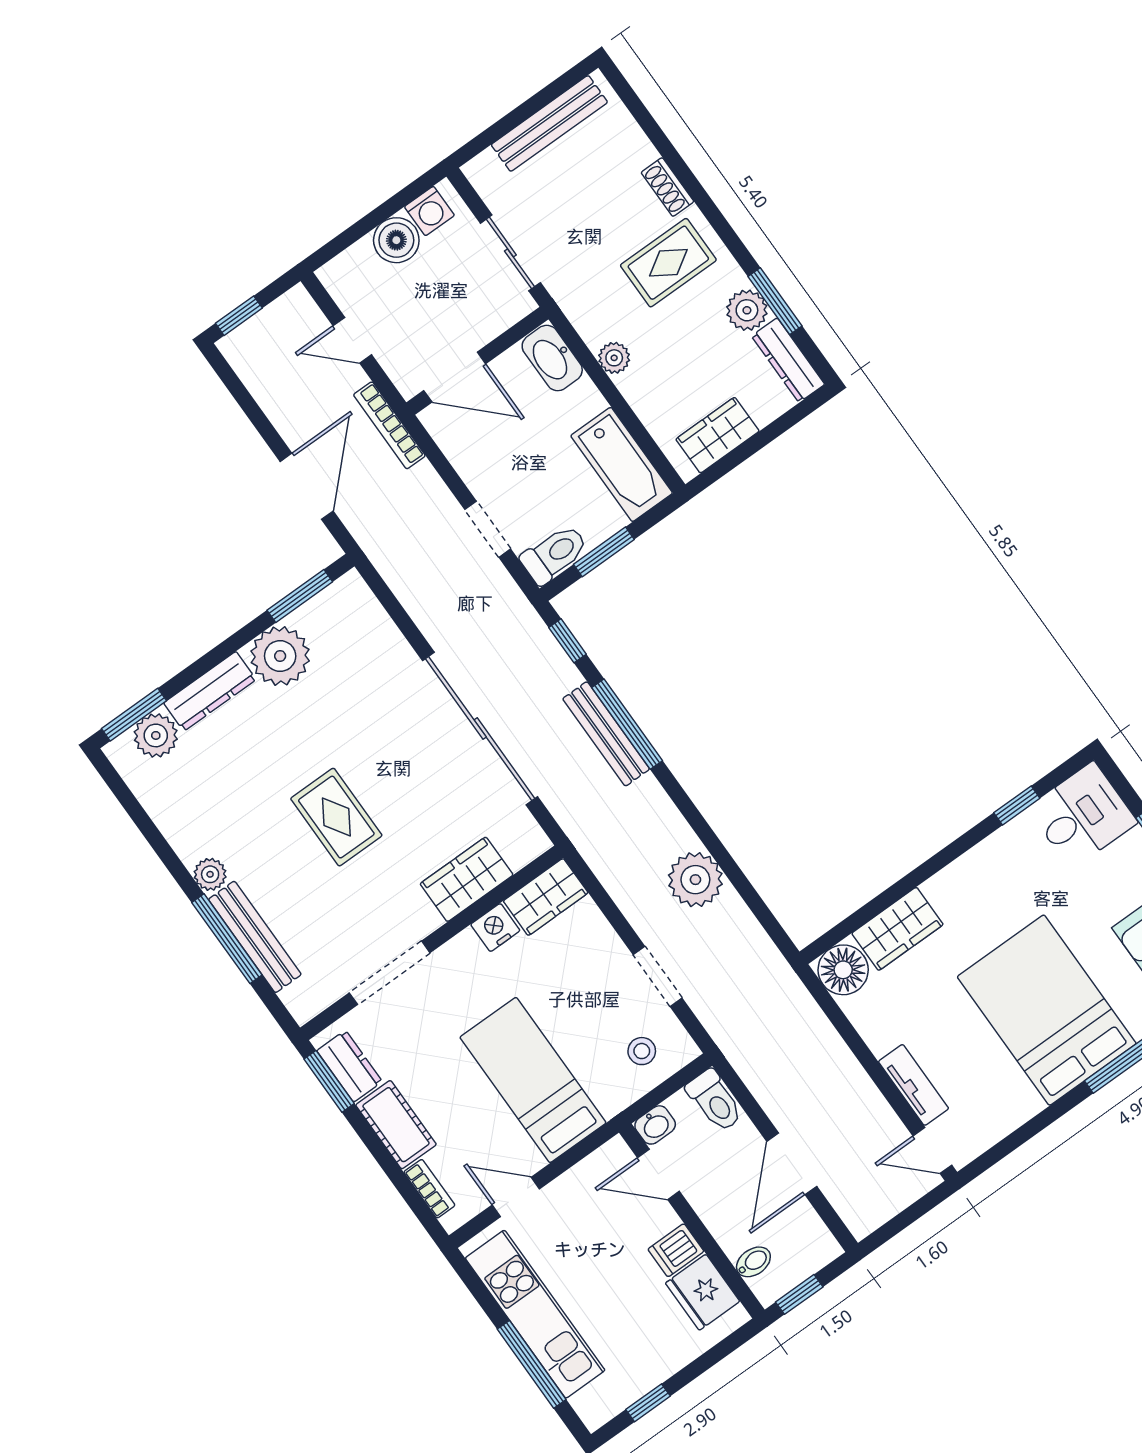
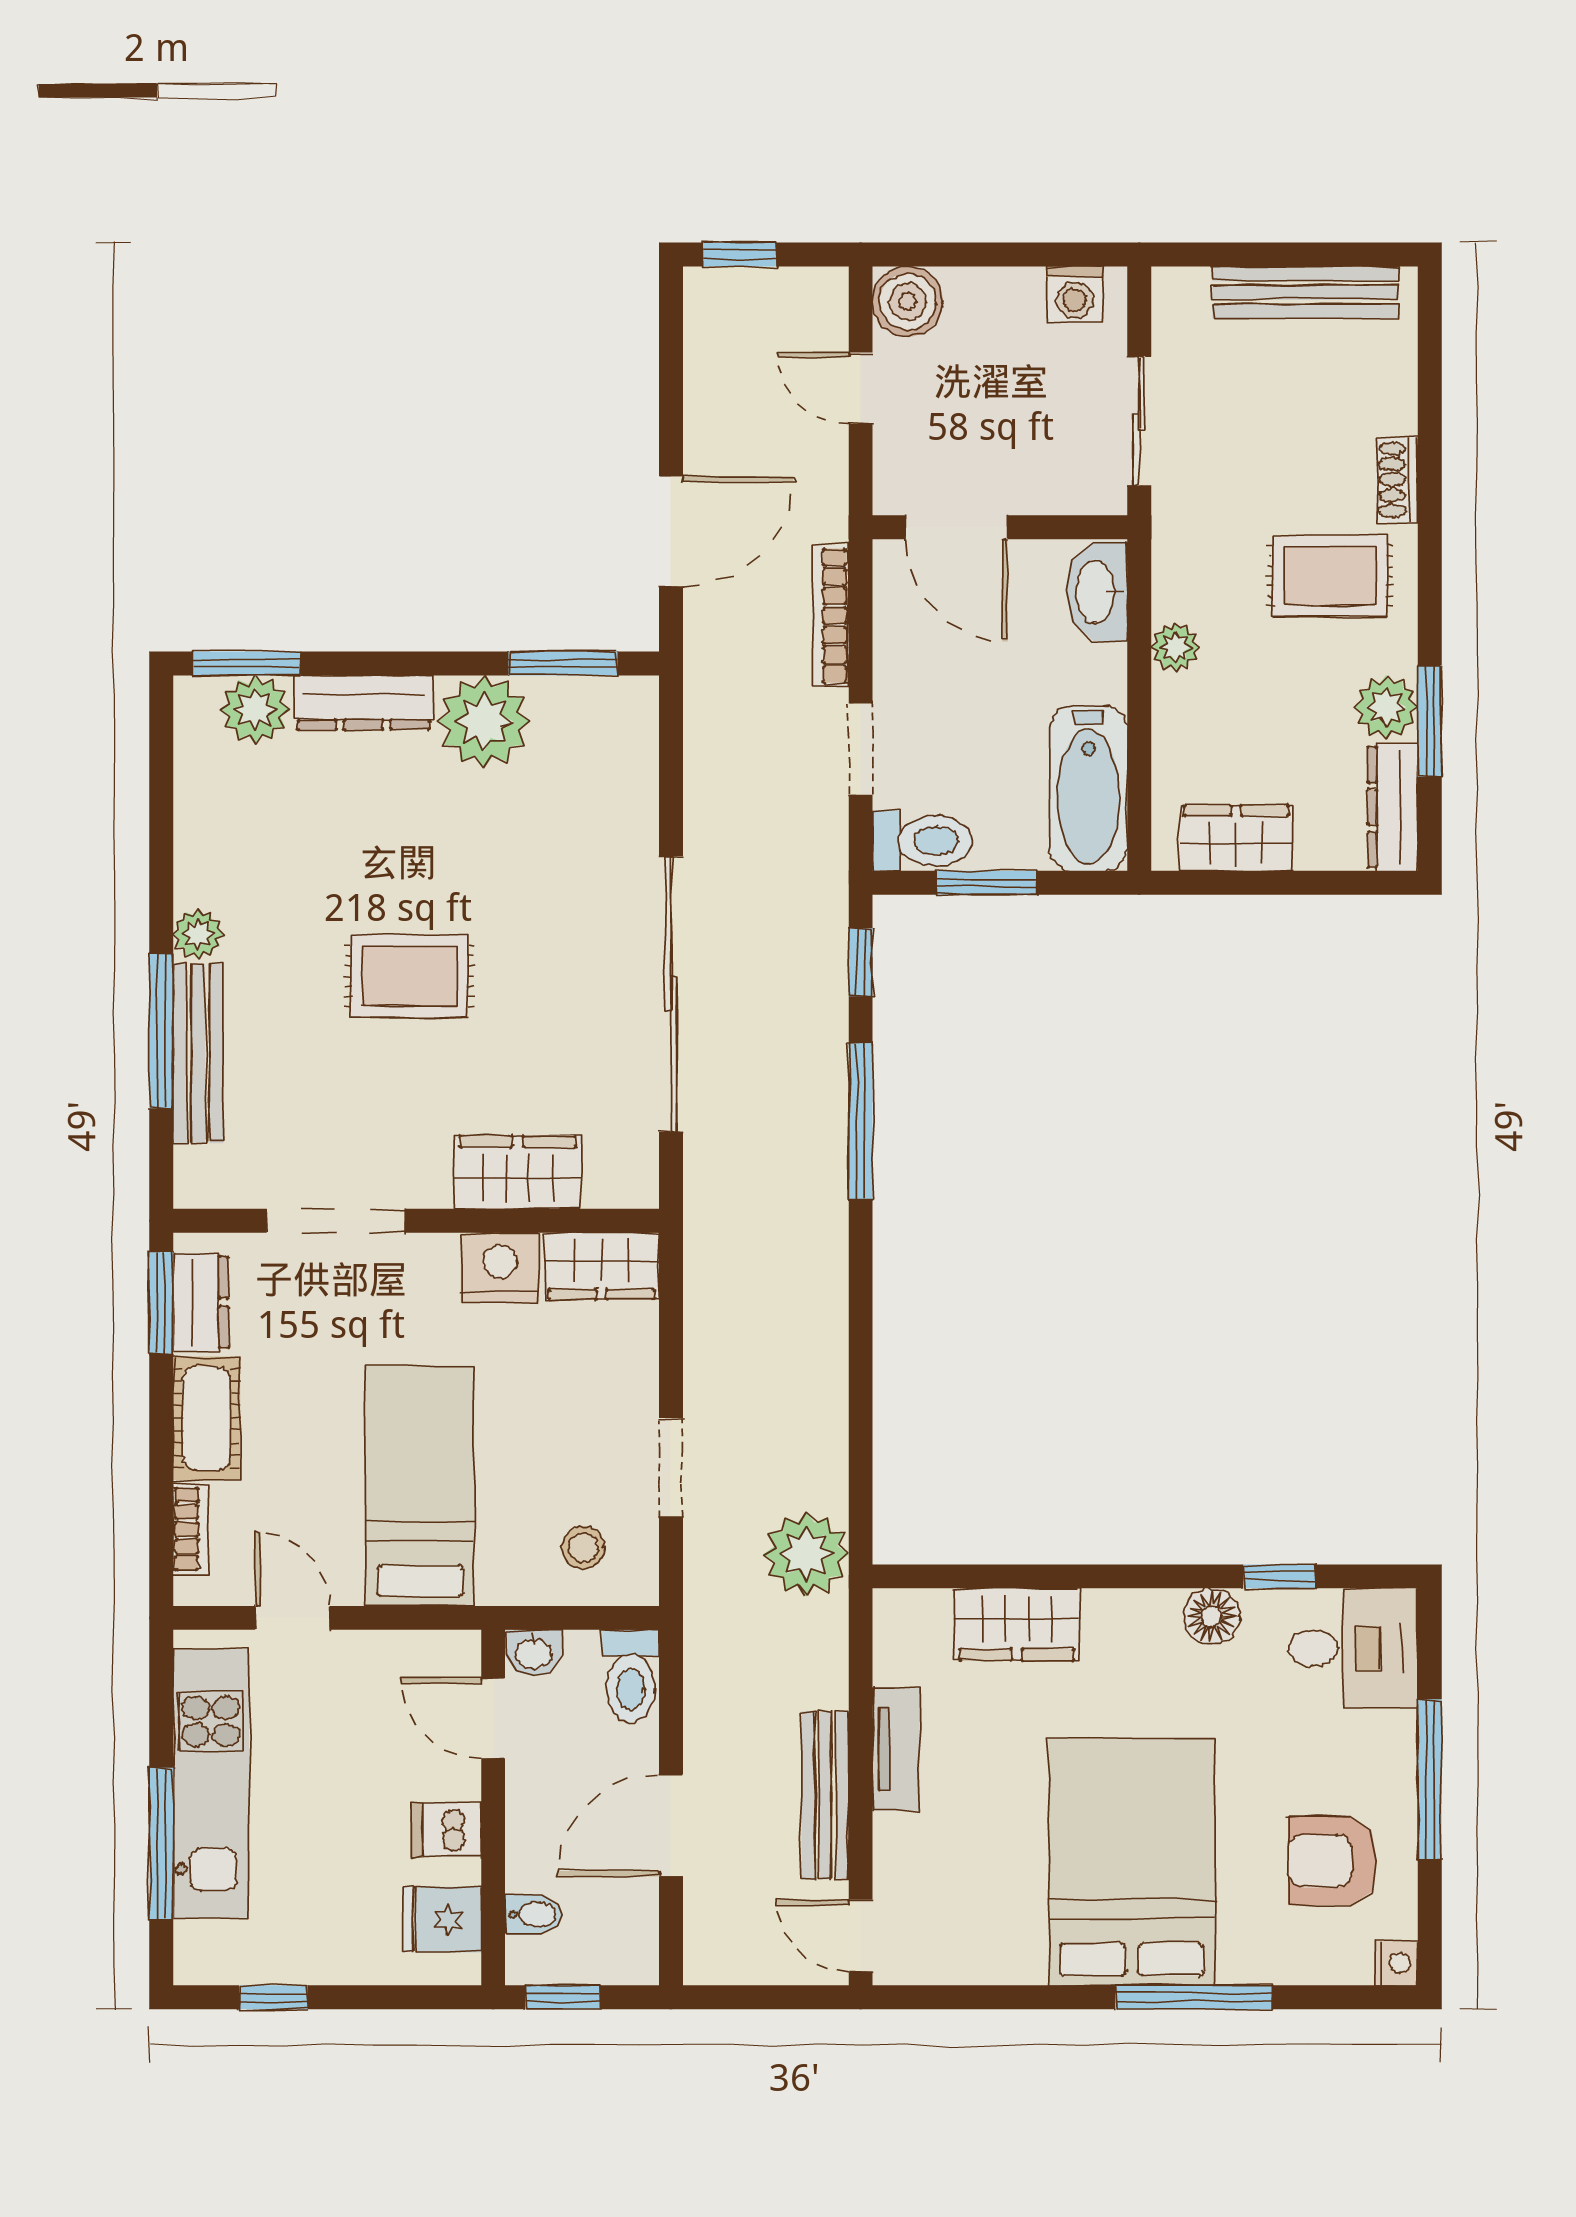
boiler: (396, 240) -> (908, 302), moved
bookcase: (389, 425) -> (830, 616), moved
bench: (606, 734) -> (825, 1795), moved
rug: (336, 817) -> (409, 976), turned 90
plant: (695, 880) -> (806, 1554), moved
nightstand: (495, 928) -> (500, 1268), width x1.36, depth x1.33
floor lamp: (843, 970) -> (1211, 1616), moved, width x0.73, depth x0.73
tv unit: (914, 1085) -> (896, 1749), moved
fridge: (703, 1292) -> (442, 1920), width x0.72

